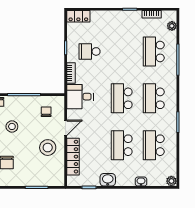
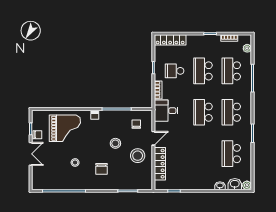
locker: (78, 16) -> (170, 40), width x1.53
stool: (12, 126) -> (115, 143), moved
school desk: (122, 145) -> (203, 71), moved
washbasin: (108, 180) -> (235, 184), moved

